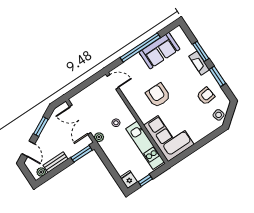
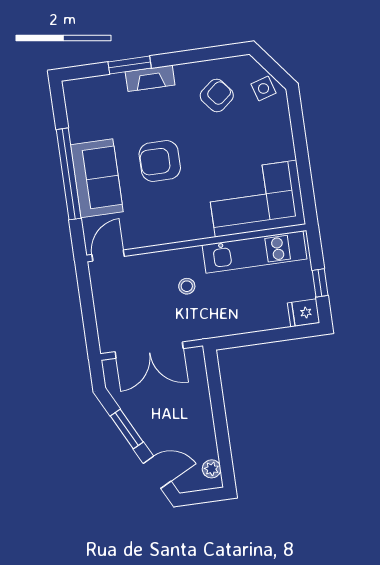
sofa: (159, 51) -> (97, 178), moved
window: (217, 76) -> (191, 56), removed
armchair: (158, 95) -> (160, 161), moved
armchair: (206, 96) -> (217, 95), turned 58
plant: (99, 137) -> (198, 330), removed
window: (82, 154) -> (214, 378), removed
bench: (56, 162) -> (206, 433), removed

